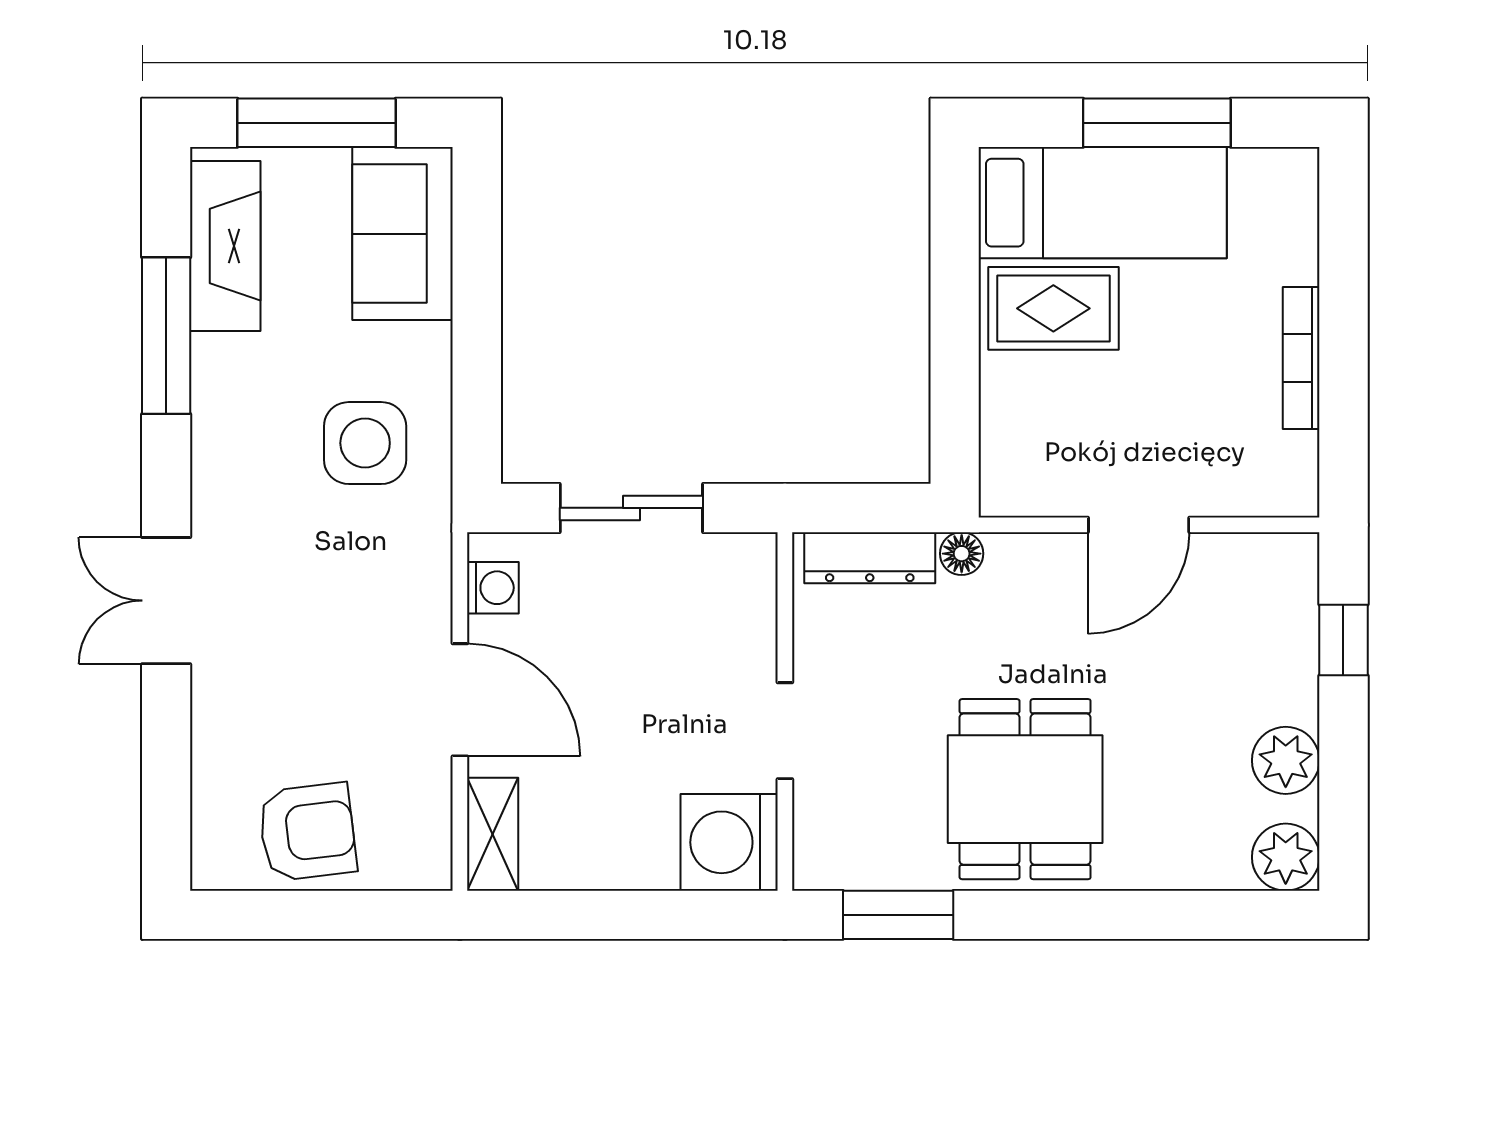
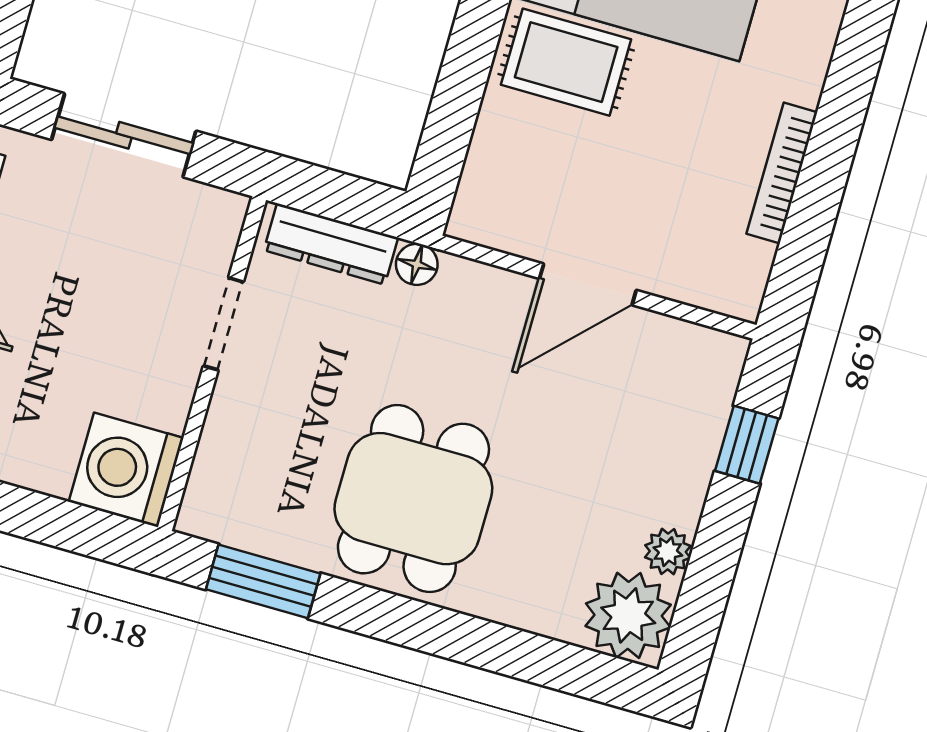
doorway: (785, 731) -> (223, 324), moved
plant: (1286, 760) -> (668, 552), width x0.73, depth x0.73
plant: (1286, 857) -> (628, 615), width x1.36, depth x1.36

